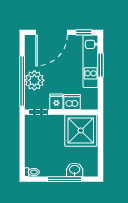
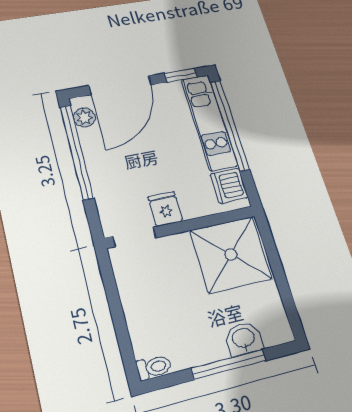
window: (100, 65) -> (230, 125), width x2.11
plant: (34, 80) -> (84, 118), moved, width x0.53, depth x0.53
window: (22, 81) -> (77, 152), moved
dishwasher: (72, 102) -> (229, 186), moved, turned -90

